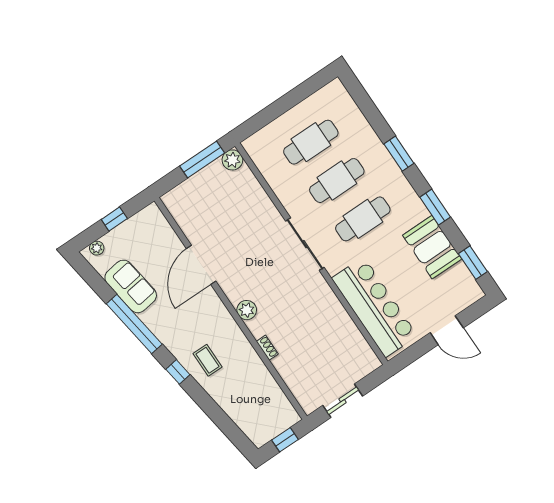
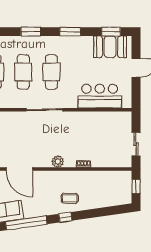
booth: (432, 247) -> (110, 47), moved
bar counter: (375, 307) -> (100, 96), width x0.73

